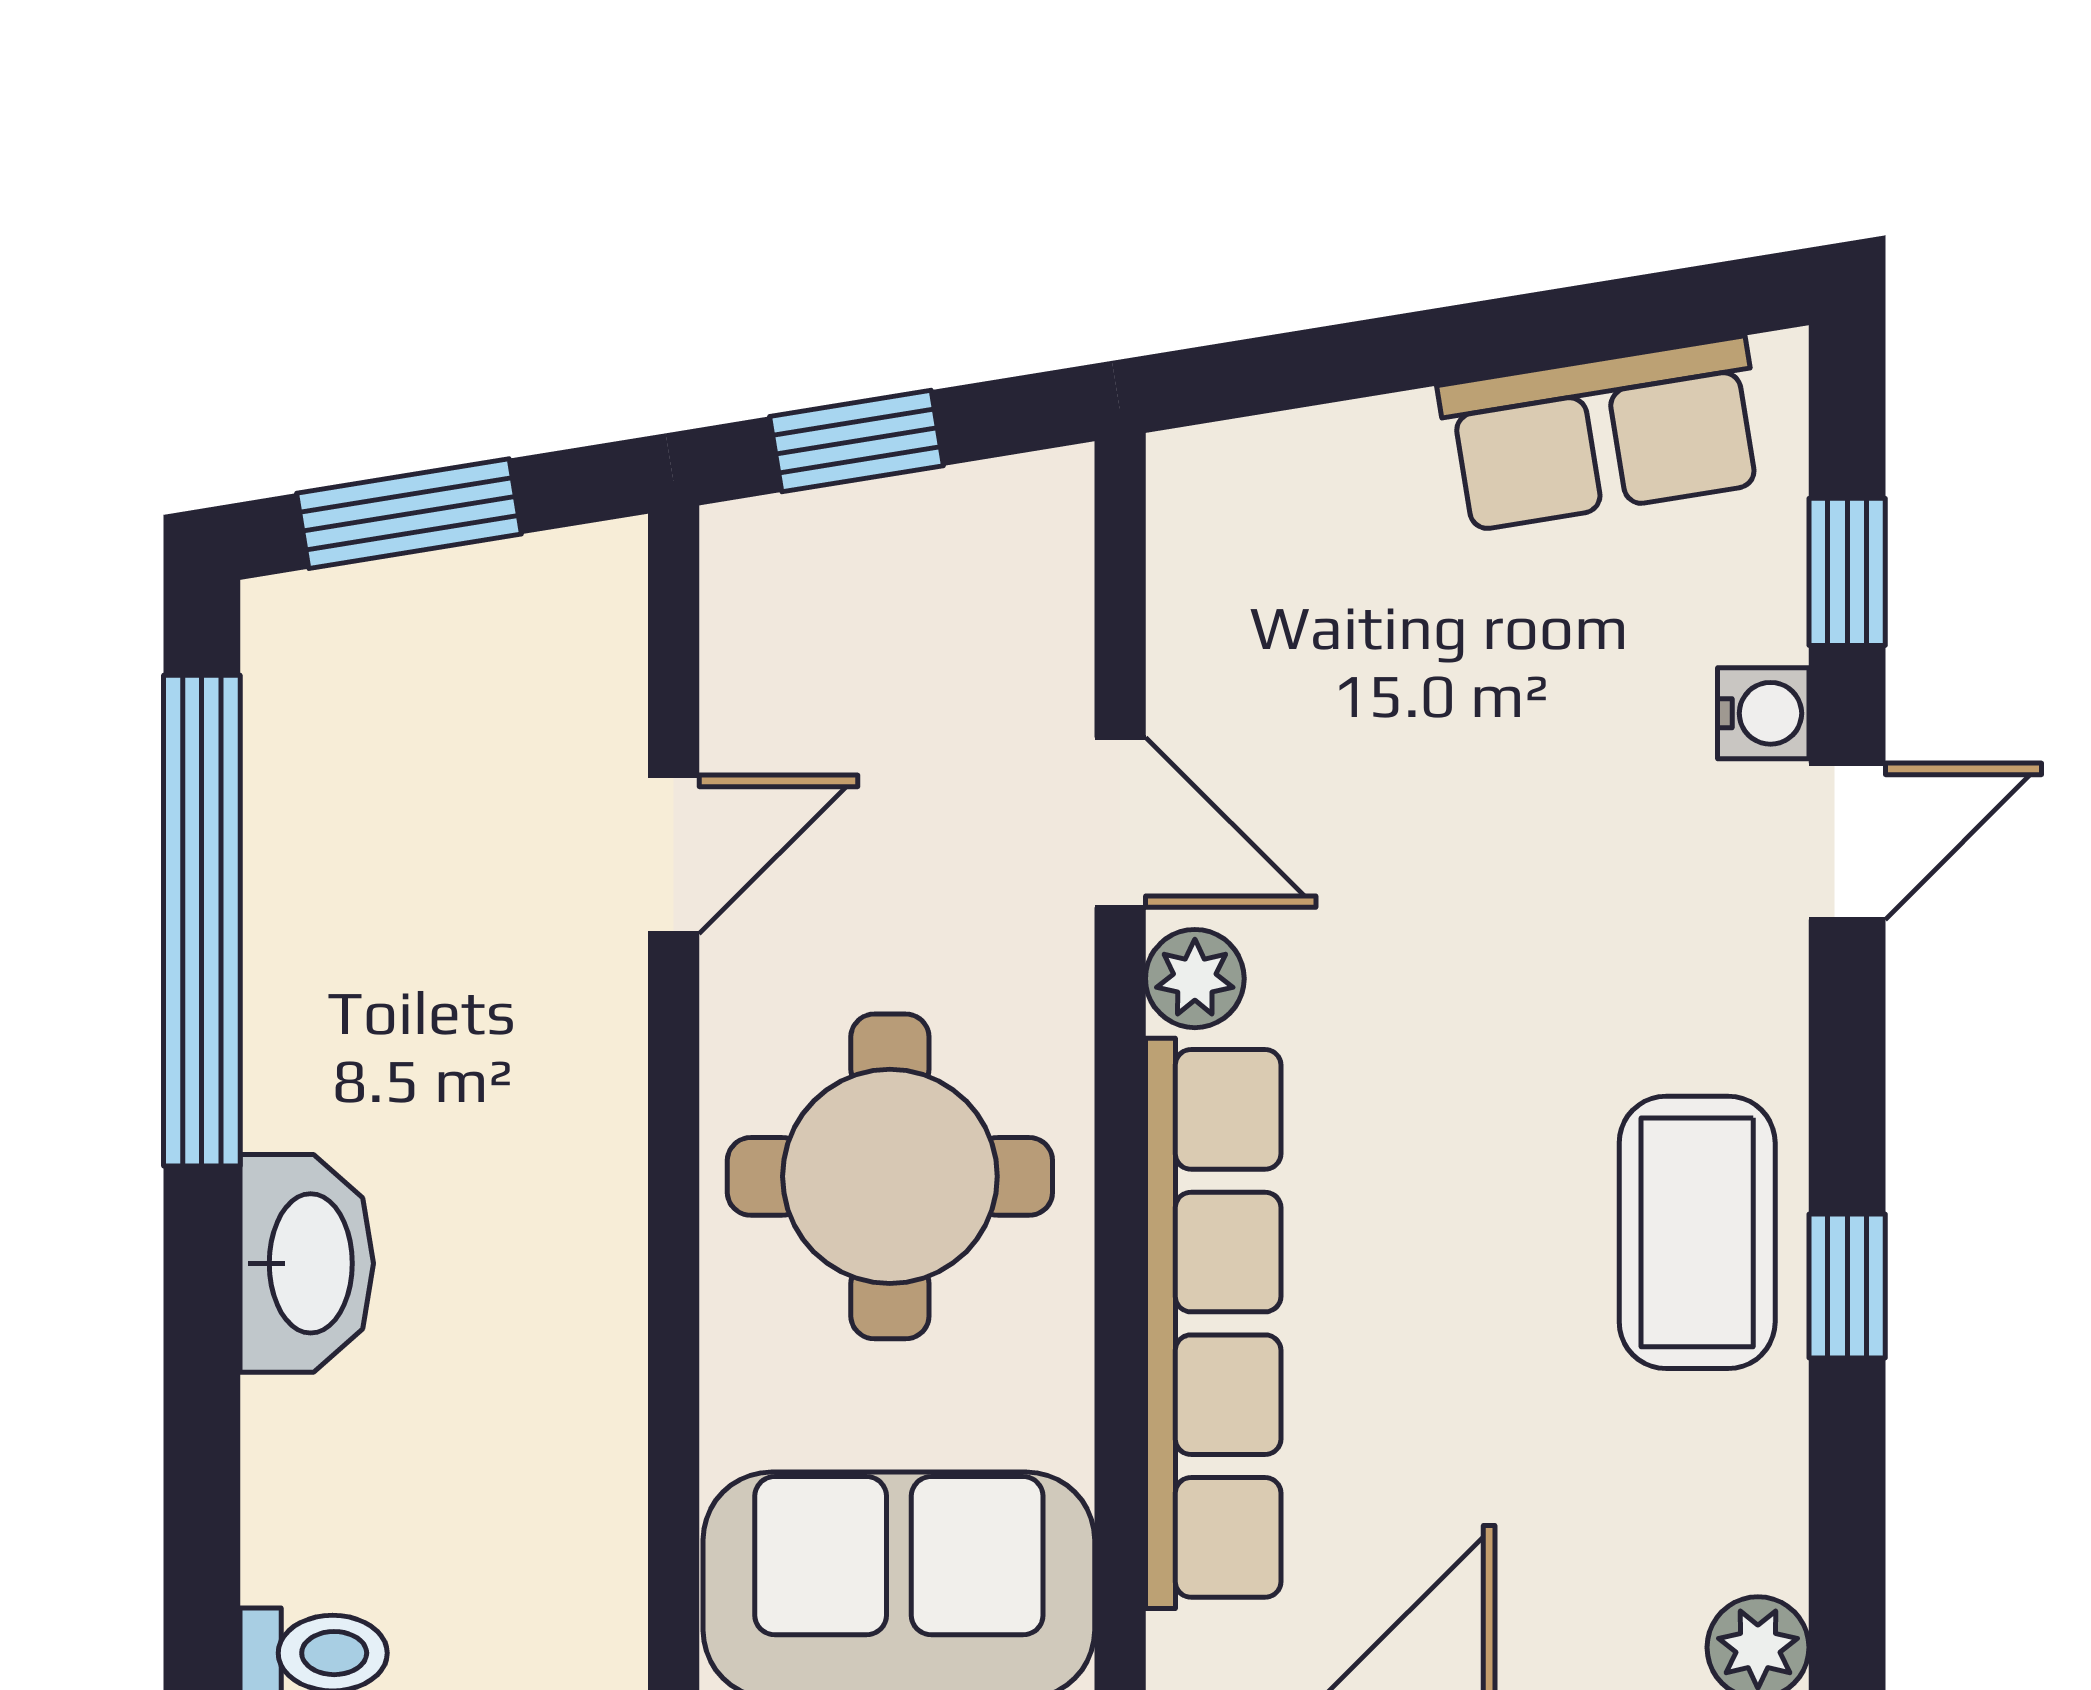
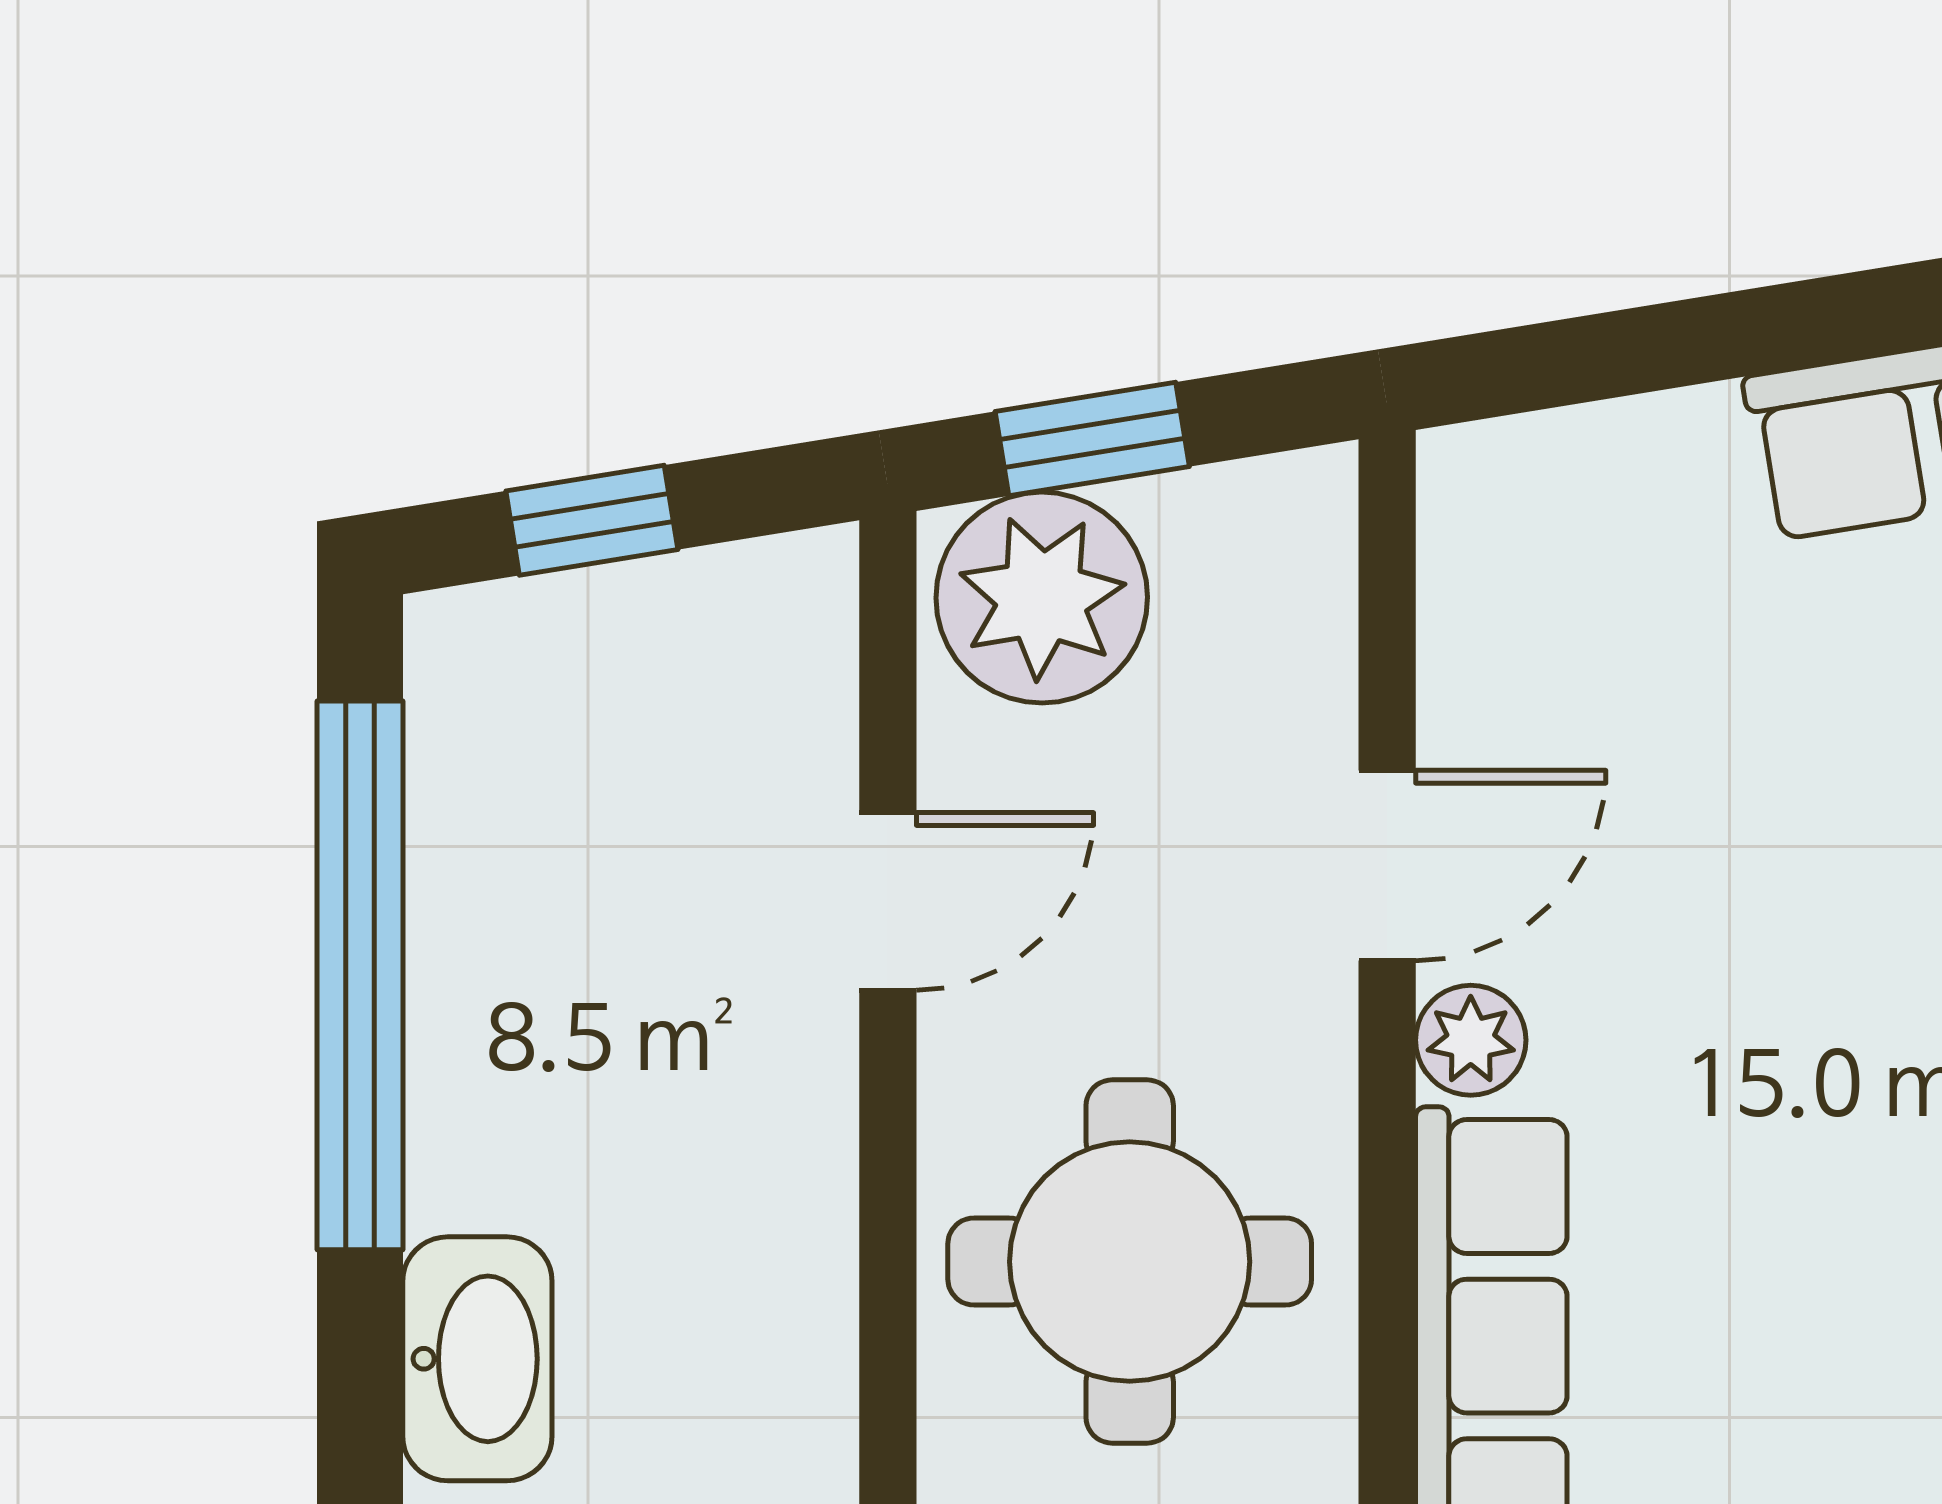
window: (409, 514) -> (592, 520), width x0.67
plant: (811, 583) -> (1042, 598), added
door: (1120, 822) -> (1387, 865), hinge flipped

